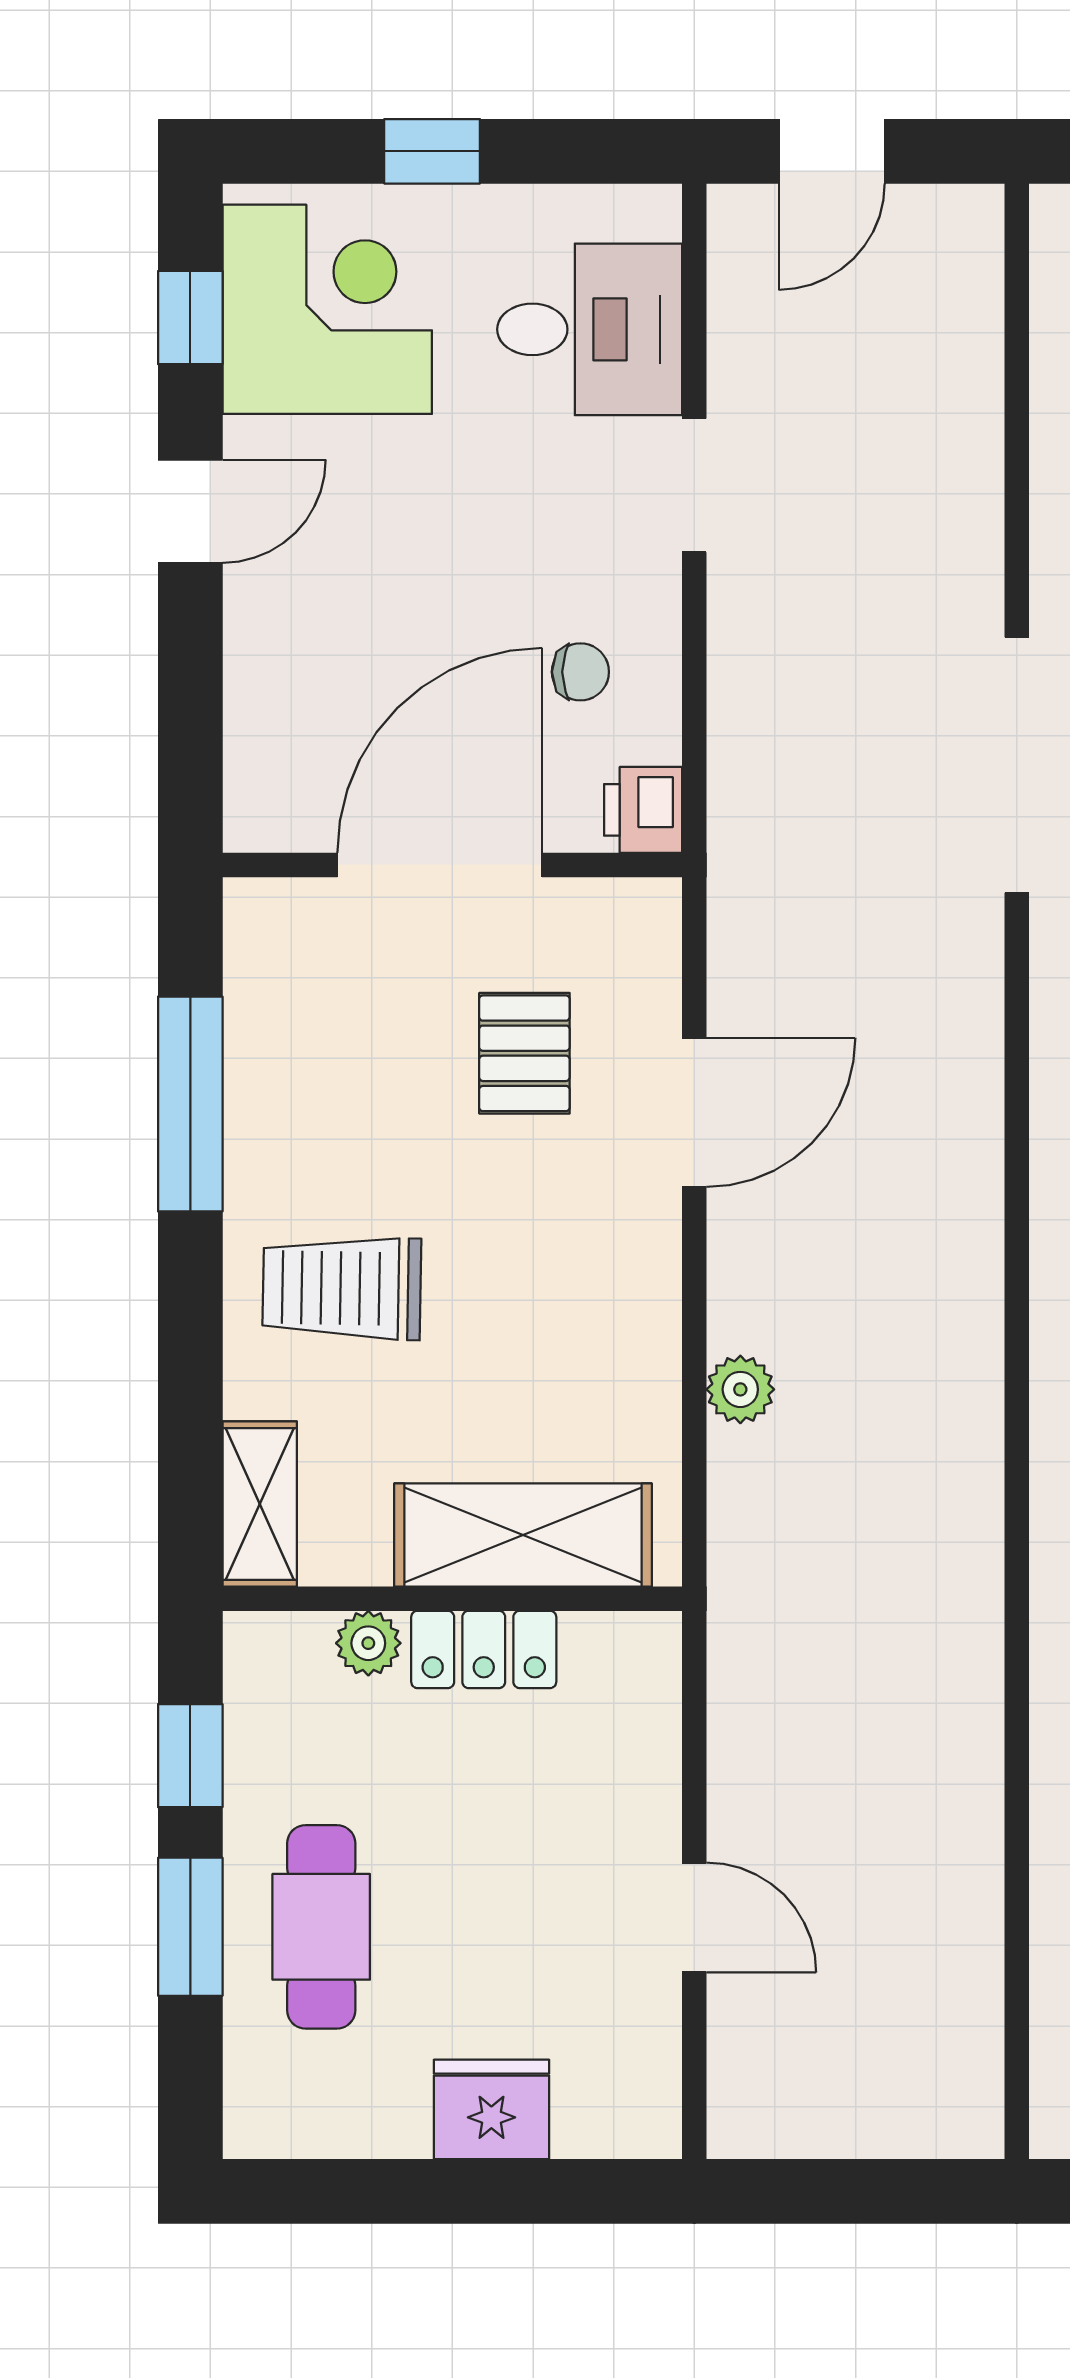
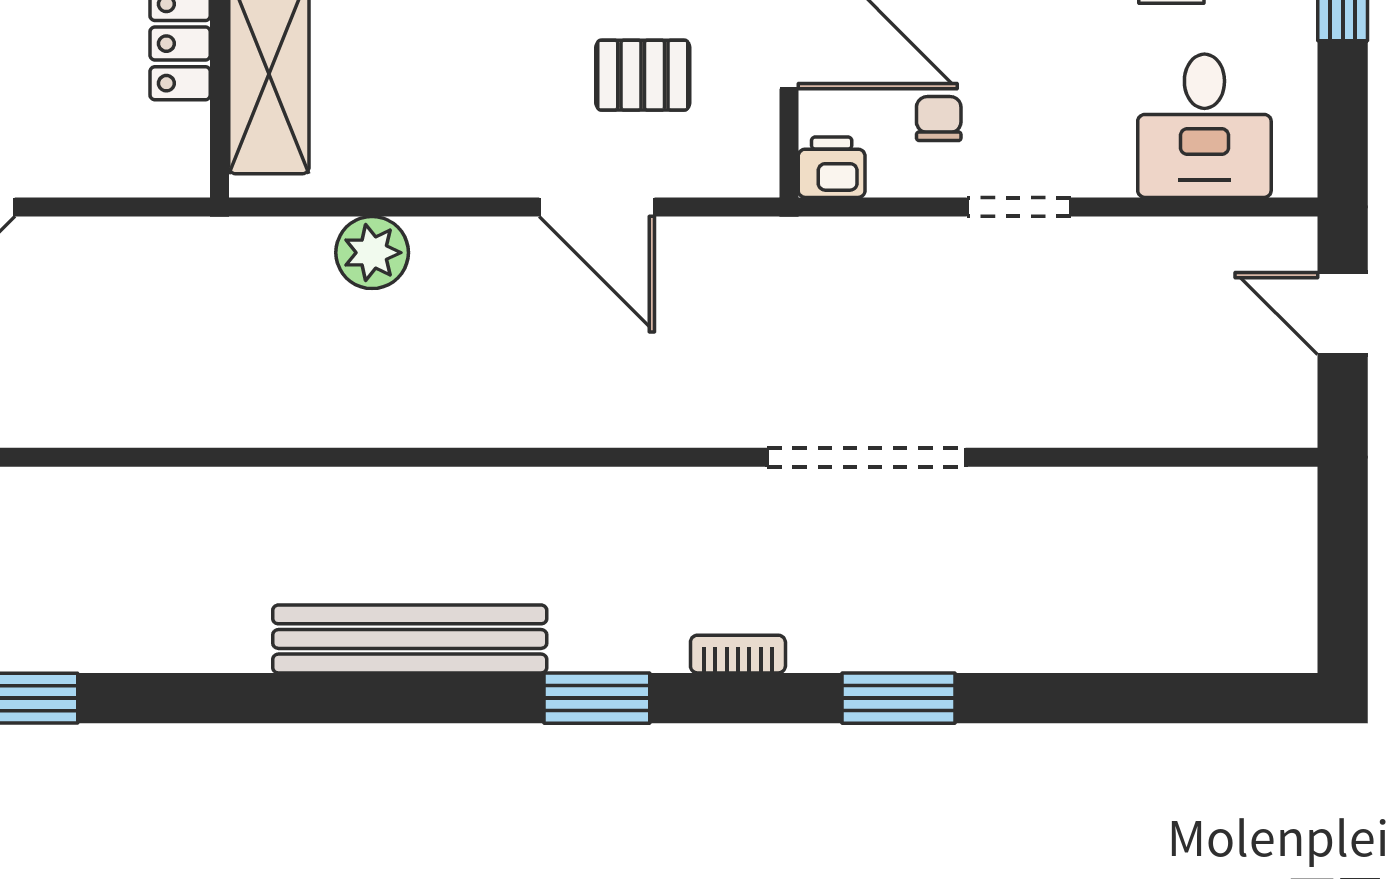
doorway: (694, 485) -> (1019, 207), moved
chair: (580, 672) -> (939, 119), turned 180
plant: (740, 1389) -> (372, 253), width x1.38, depth x1.38

